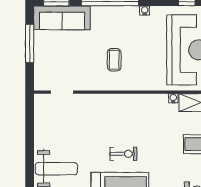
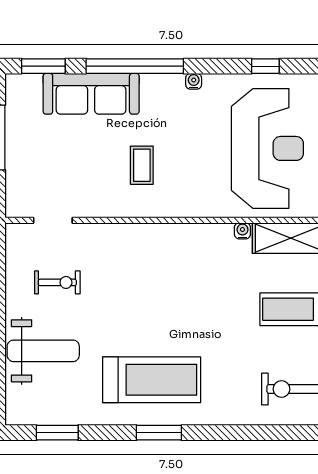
sofa: (62, 18) -> (91, 94), moved
exercise bike: (123, 154) -> (57, 282), moved

